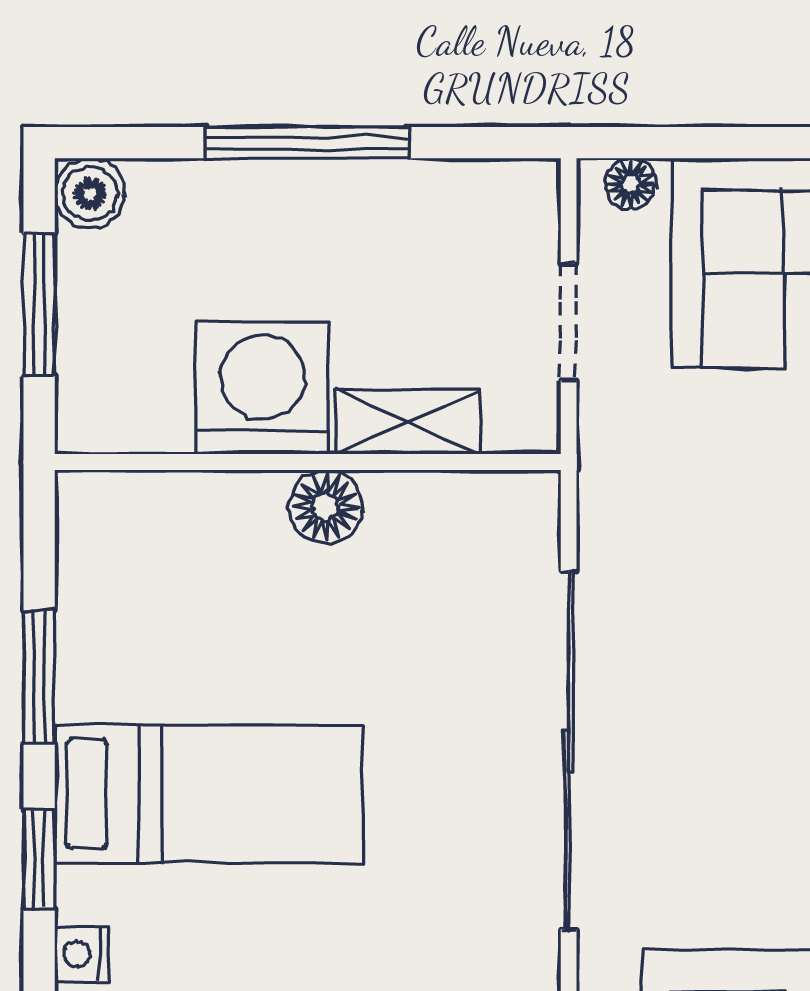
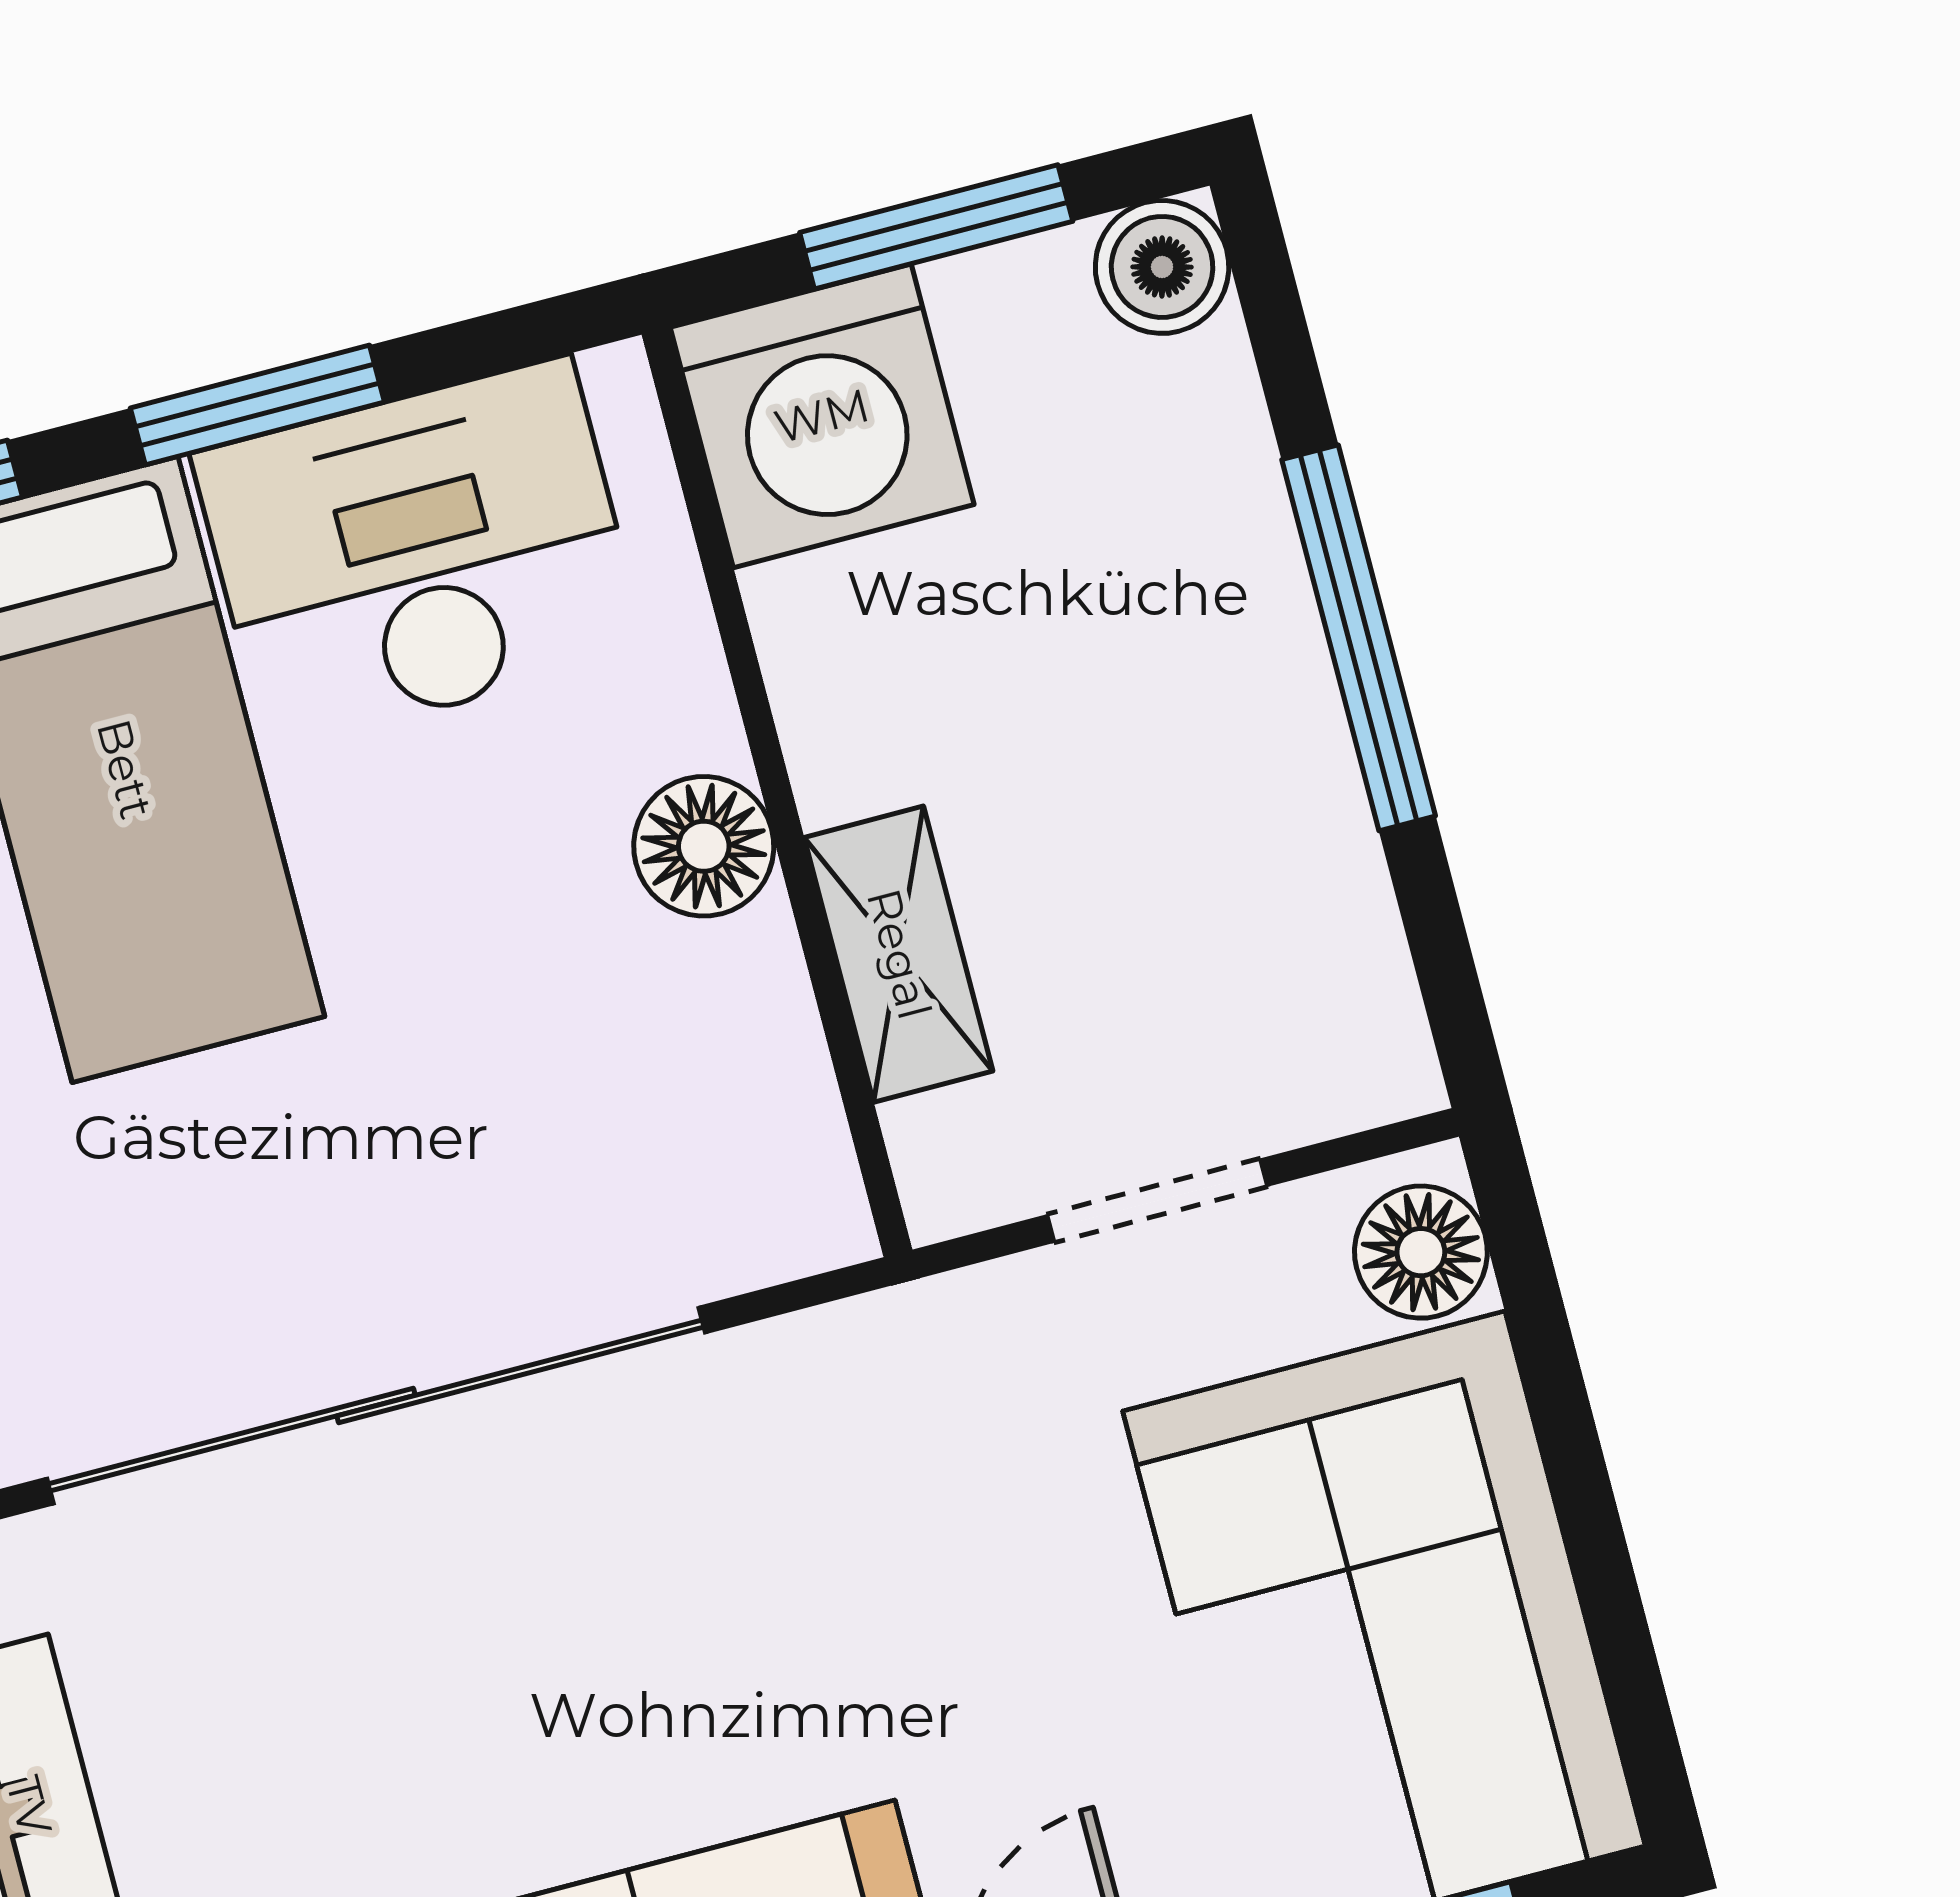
floor lamp: (631, 184) -> (1421, 1252), width x1.37, depth x1.37
washing machine: (262, 388) -> (822, 416), moved, turned 90
desk: (137, 613) -> (419, 553), added

